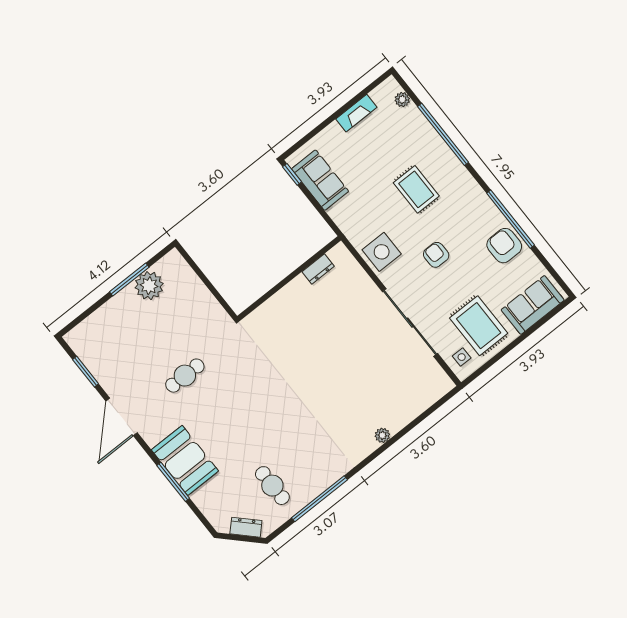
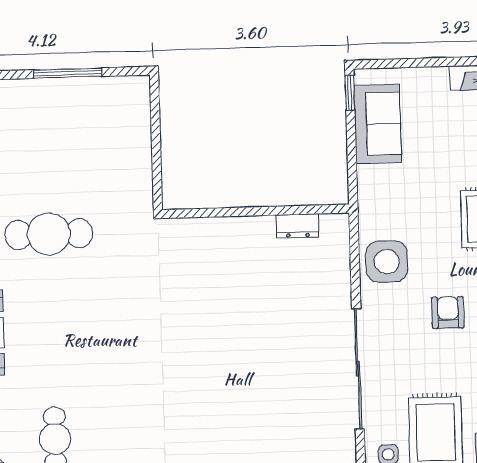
plant: (149, 286) -> (86, 98), removed
cafe table: (185, 376) -> (49, 234), width x1.37, depth x1.35

